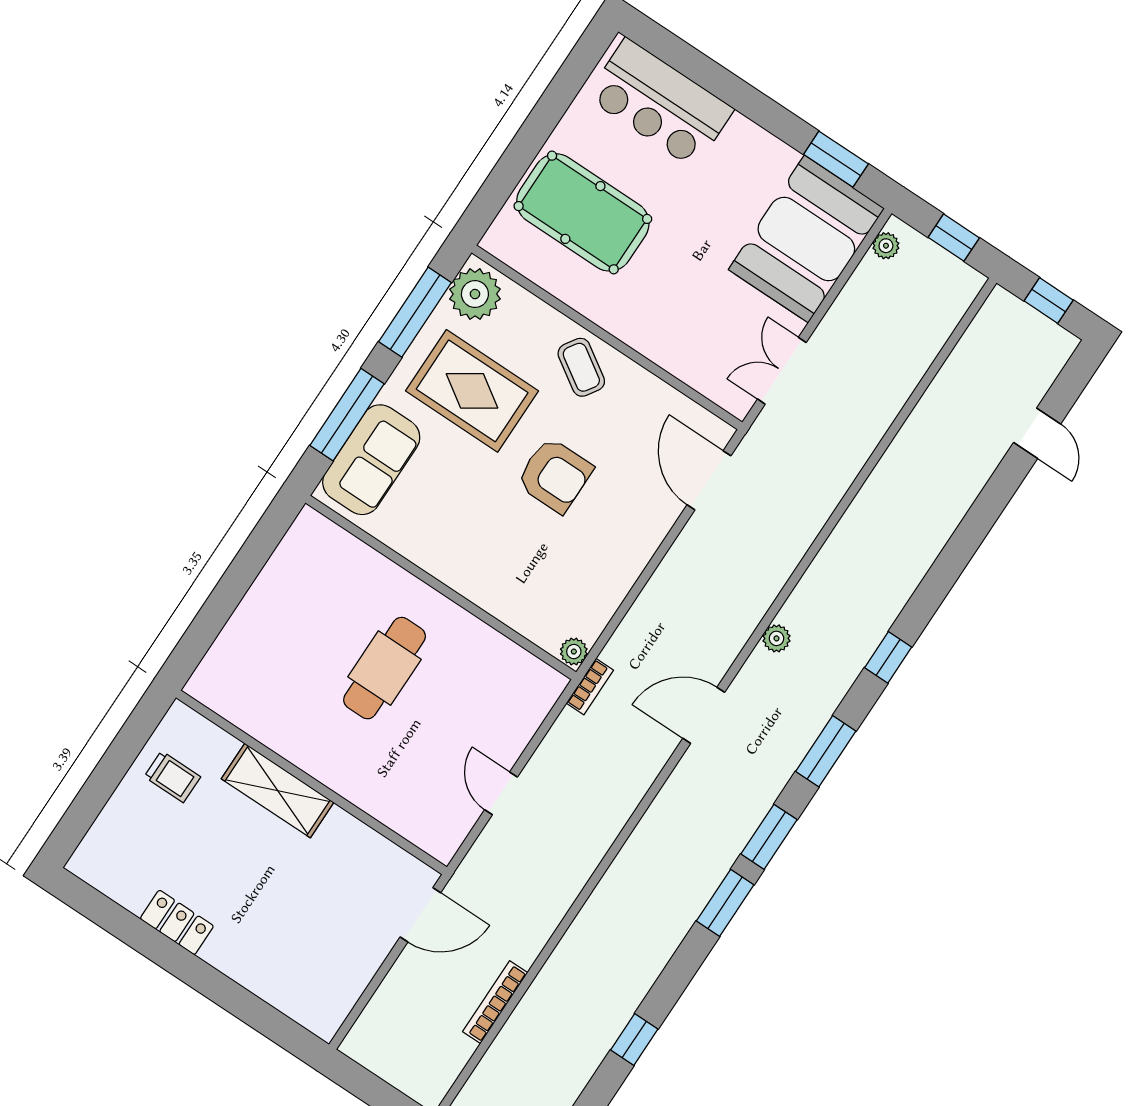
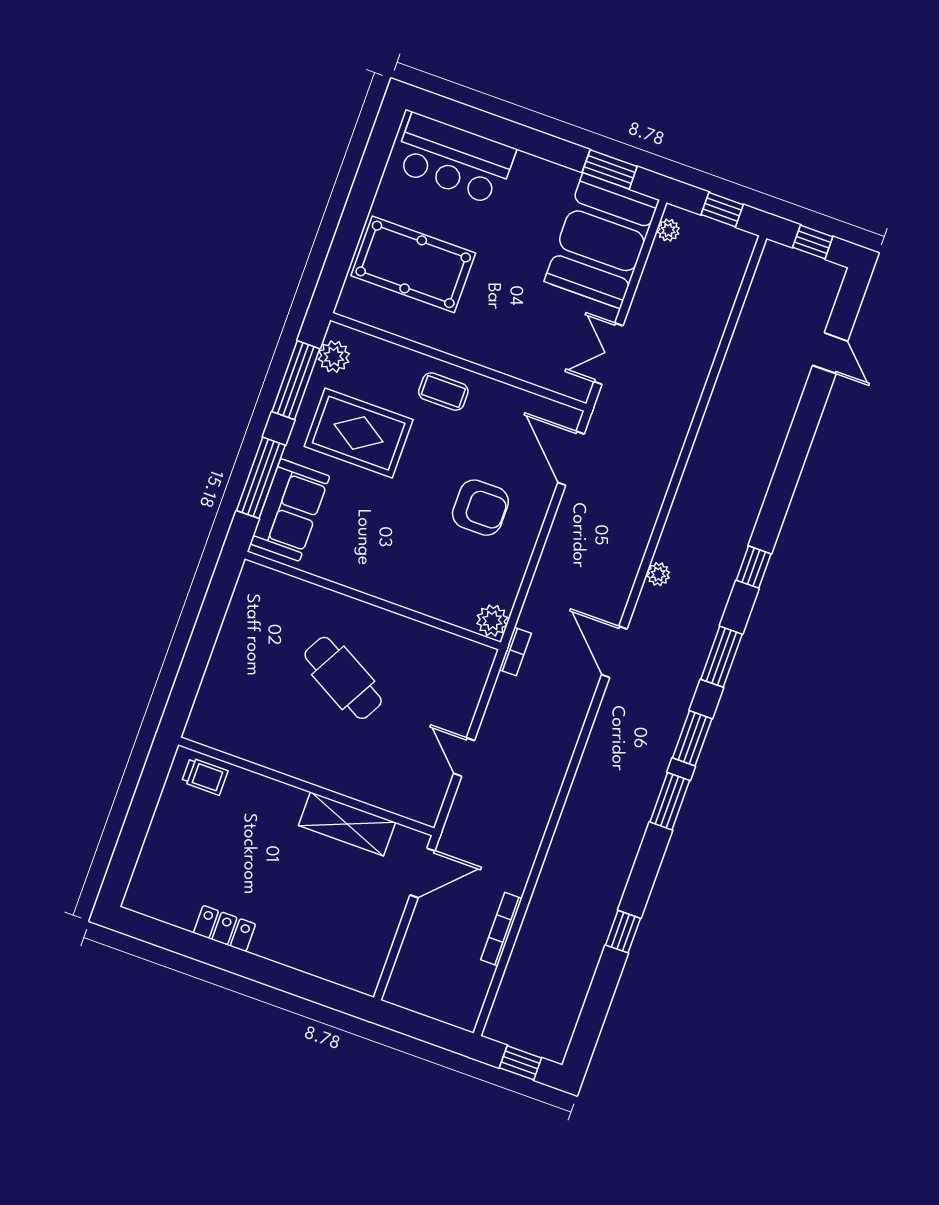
plant: (475, 294) -> (334, 357), width x0.73, depth x0.73
coffee table: (581, 367) -> (443, 392), turned -33
armchair: (555, 475) -> (480, 508), moved
plant: (574, 652) -> (492, 620), width x1.38, depth x1.38
cafe table: (385, 668) -> (343, 678), turned -61
door: (704, 715) -> (614, 652), hinge flipped
trolley: (172, 777) -> (205, 776), moved
shelving: (278, 791) -> (347, 824), moved

